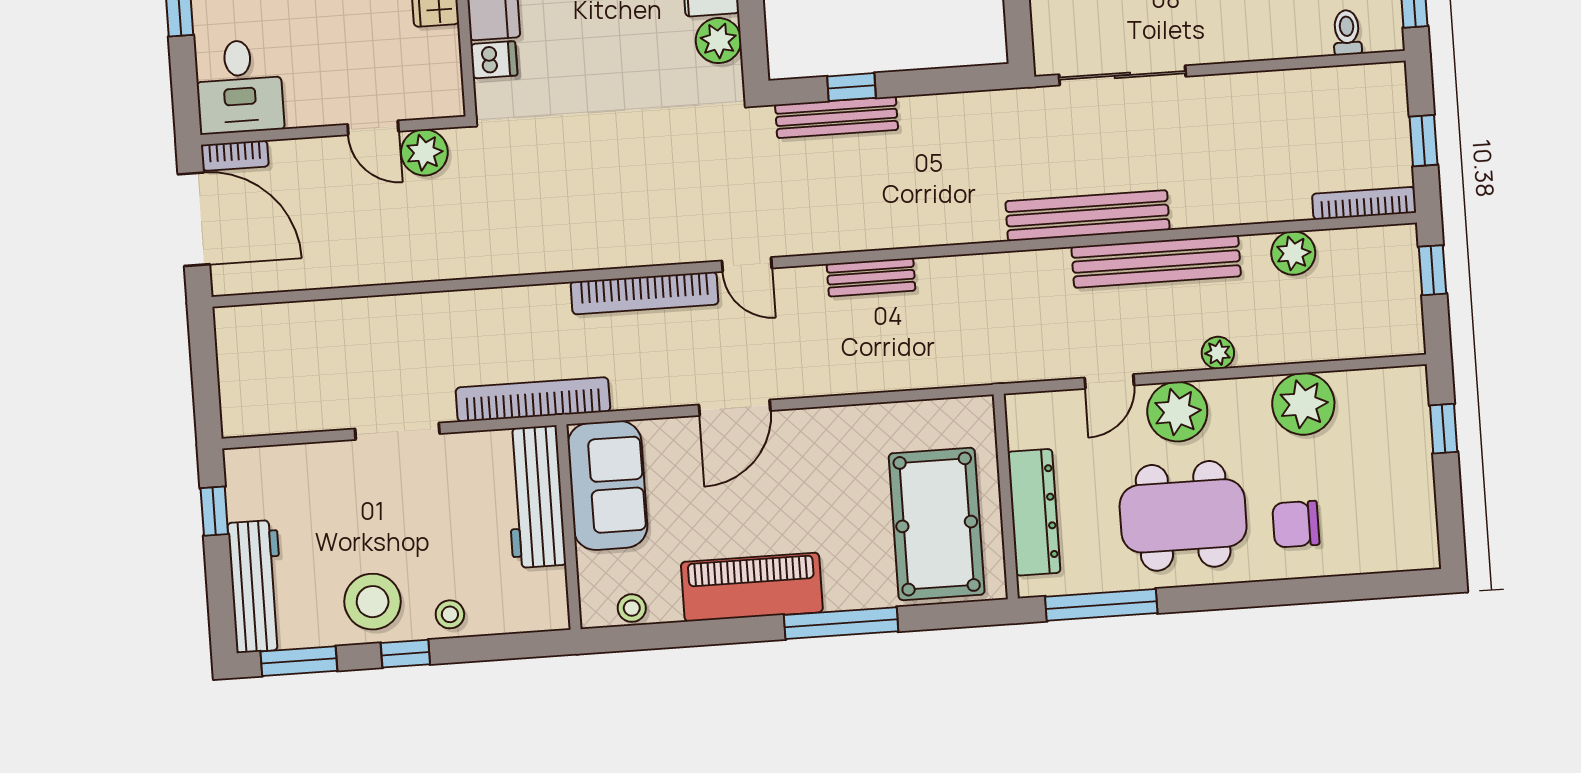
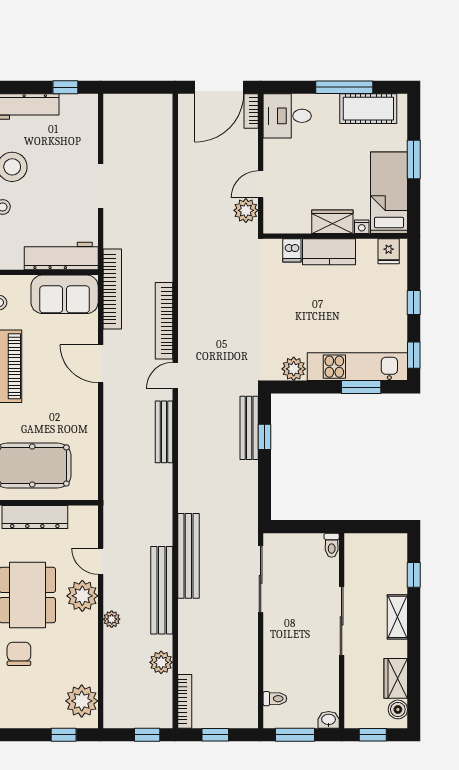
bench: (871, 277) -> (164, 432), width x1.36
bookcase: (533, 400) -> (112, 289), moved
plant: (1303, 404) -> (82, 701), moved

